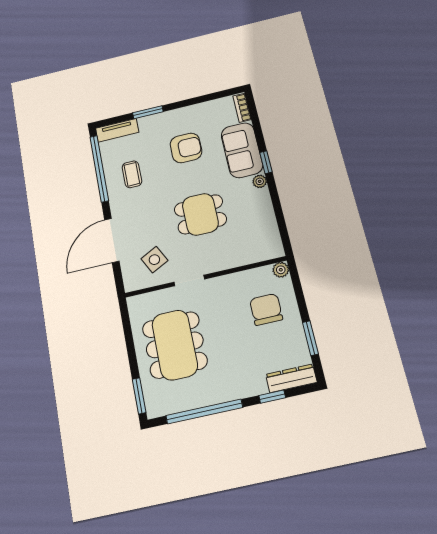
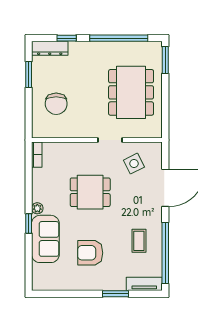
bookcase: (242, 108) -> (37, 155), moved
plant: (281, 270) -> (38, 132), removed

